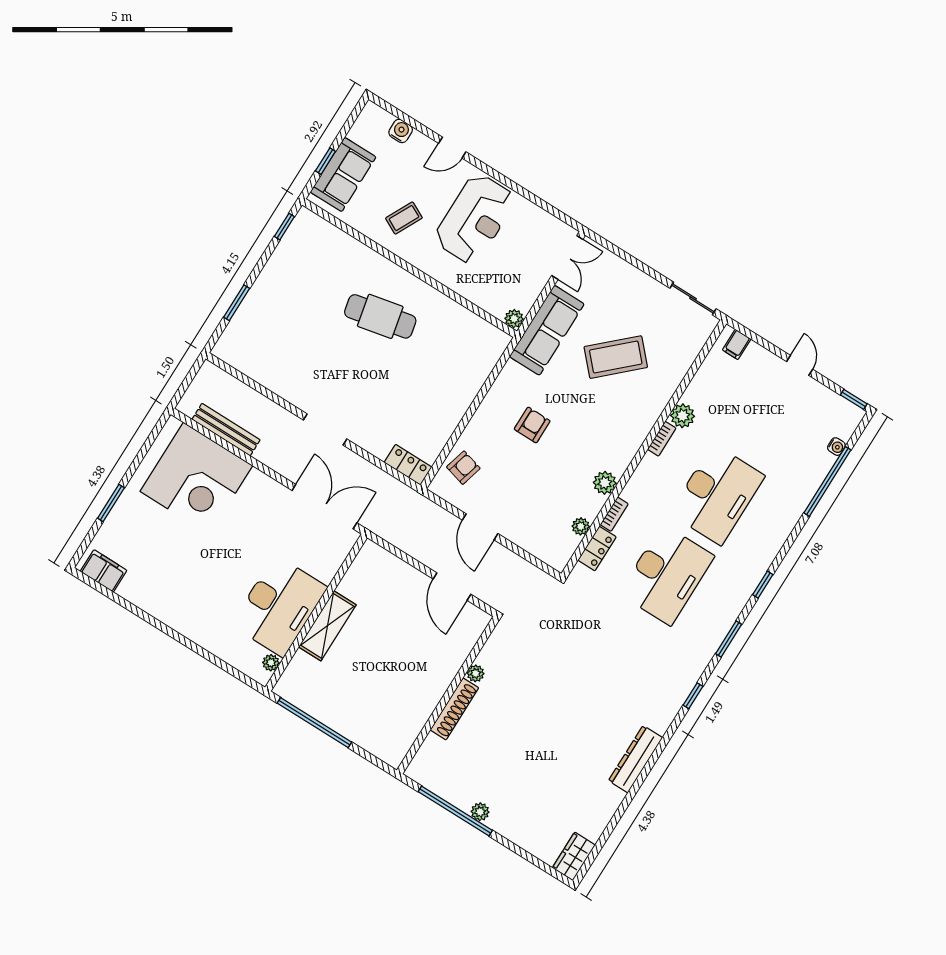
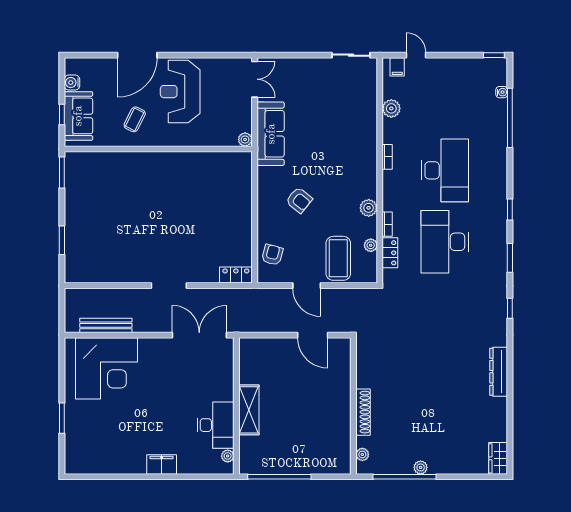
water cooler: (401, 131) -> (72, 83), moved, turned -90
door: (452, 148) -> (137, 55), width x1.88
reception desk: (475, 219) -> (180, 92), turned 180
window: (284, 227) -> (62, 173), width x1.50
cafe table: (380, 316) -> (159, 192), removed
coffee table: (616, 357) -> (338, 258), moved, turned -47
door: (800, 365) -> (416, 55), moved
plant: (683, 416) -> (391, 108), moved
armchair: (532, 425) -> (299, 200), turned 129
filing cabinet: (104, 571) -> (162, 464), moved
desk: (667, 575) -> (445, 242), turned 180
desk: (279, 606) -> (216, 425), width x0.73, depth x0.77
plant: (476, 673) -> (362, 454), moved

